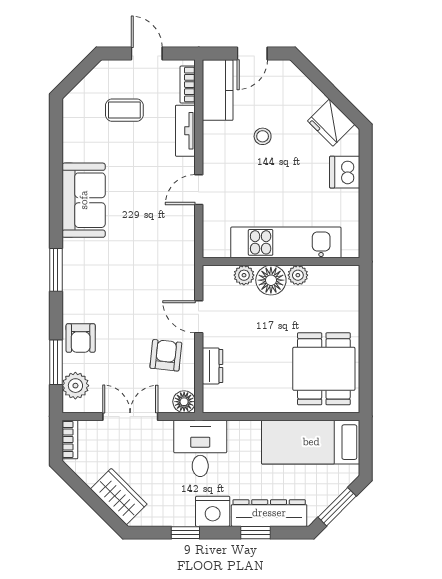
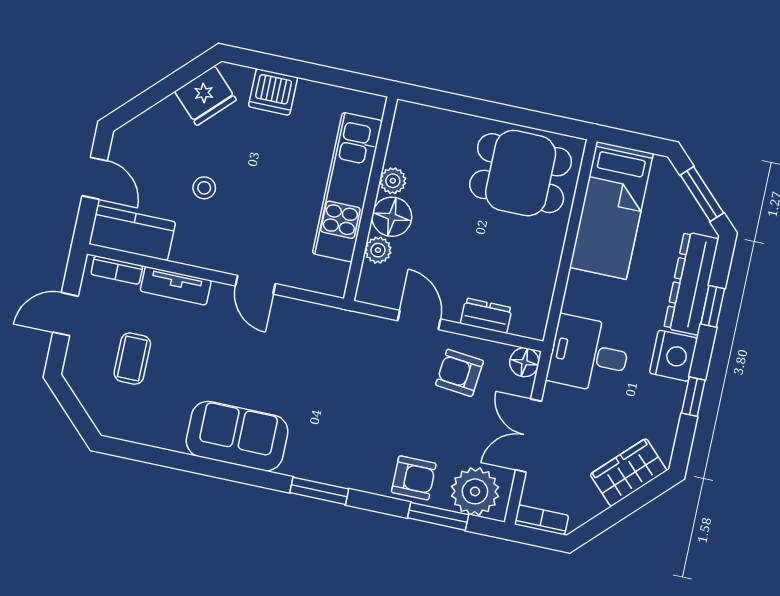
door: (199, 317) -> (419, 320), swing flipped
plant: (75, 386) -> (475, 491), width x1.36, depth x1.36

